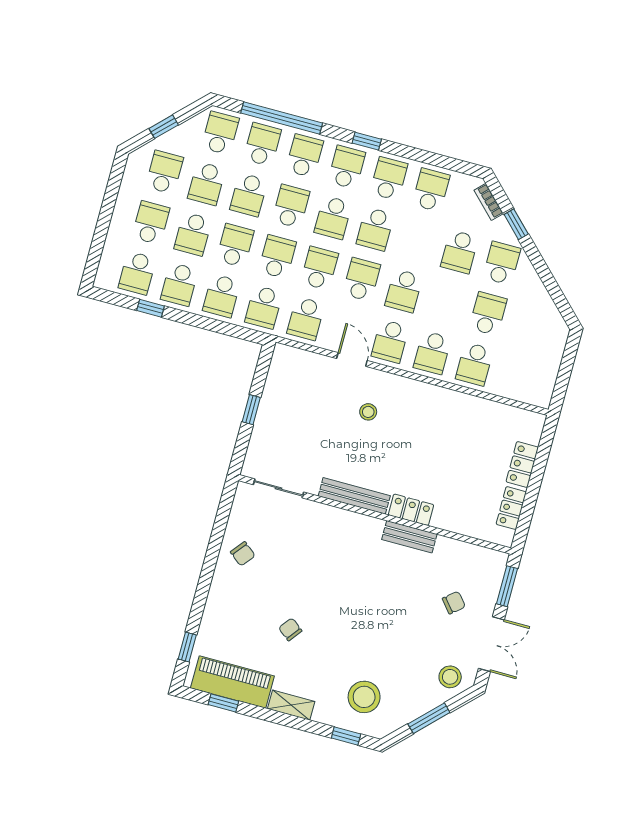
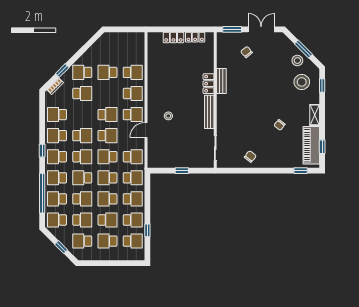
school desk: (362, 279) -> (107, 136), turned 180
stool: (450, 677) -> (297, 61), moved

